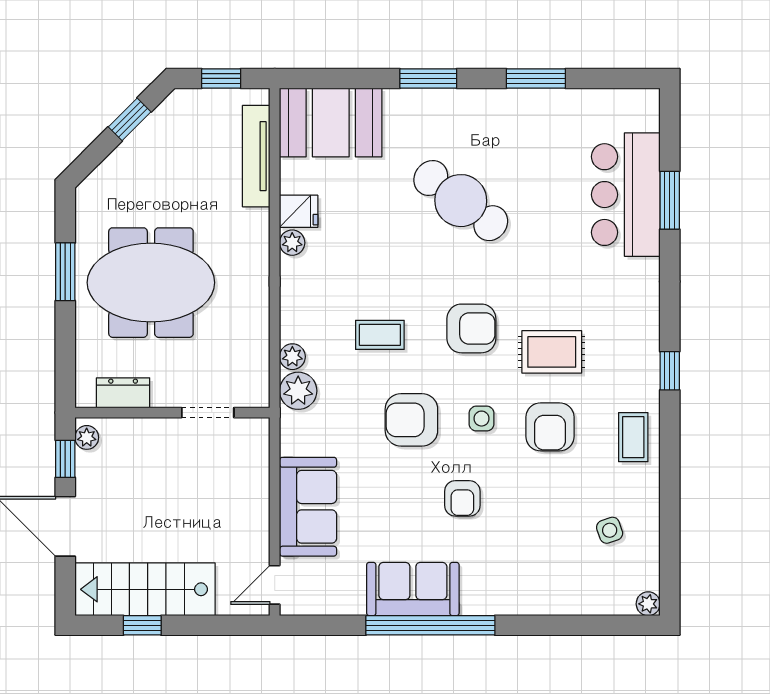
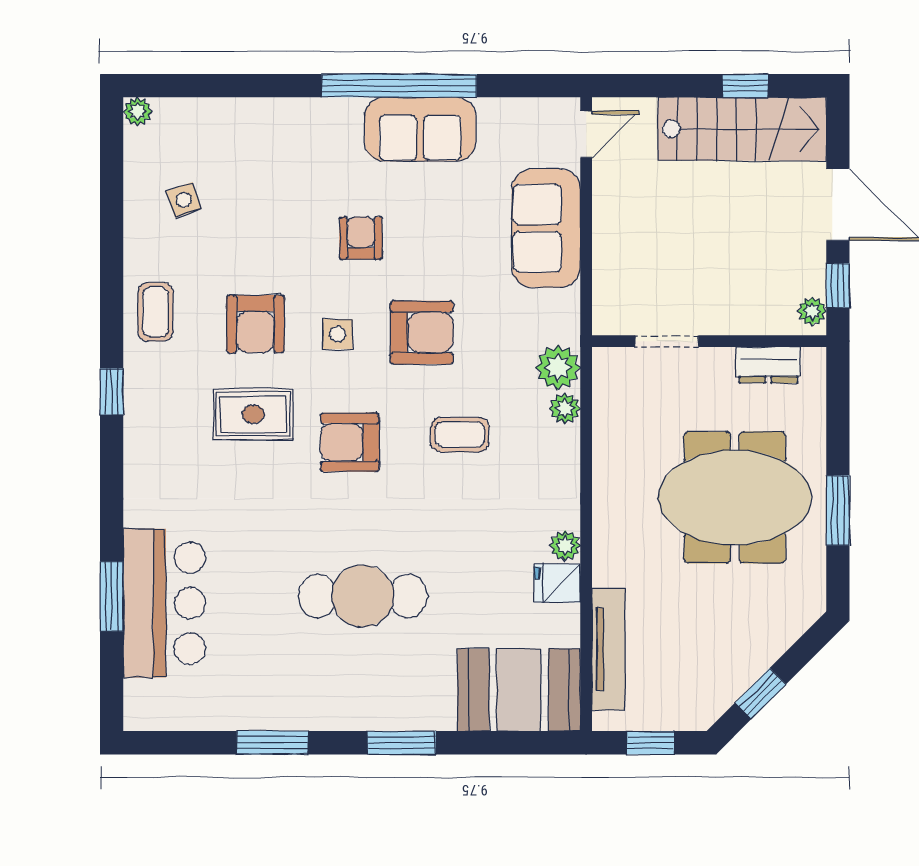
cafe table: (461, 201) -> (363, 596), turned -37
armchair: (550, 427) -> (255, 324), turned 180

